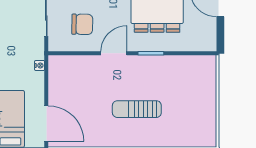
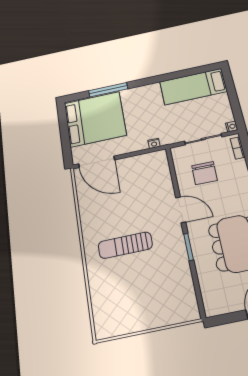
sun lounger: (137, 109) -> (125, 245), turned -90
door: (46, 124) -> (97, 162), hinge flipped

